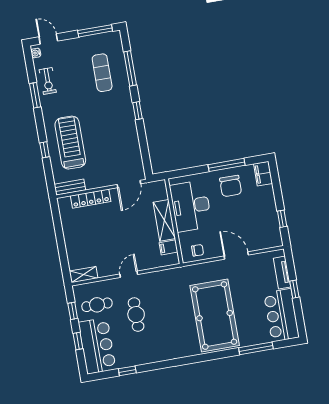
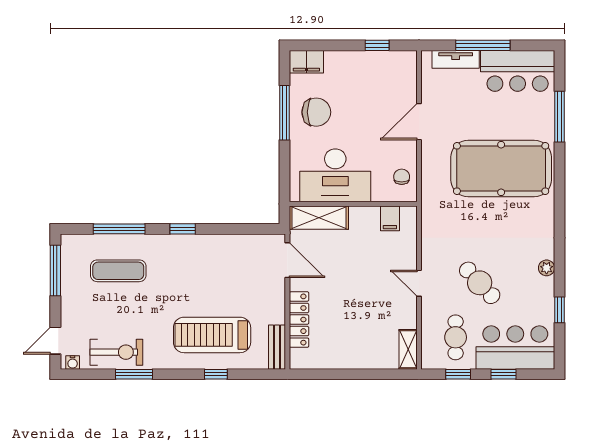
exercise bike: (48, 81) -> (116, 352), width x1.38, depth x1.39
shelving: (164, 220) -> (319, 218), moved
window: (294, 289) -> (483, 45), width x2.17
cafe table: (136, 315) -> (480, 283), turned 47
plant: (154, 357) -> (547, 268), added

